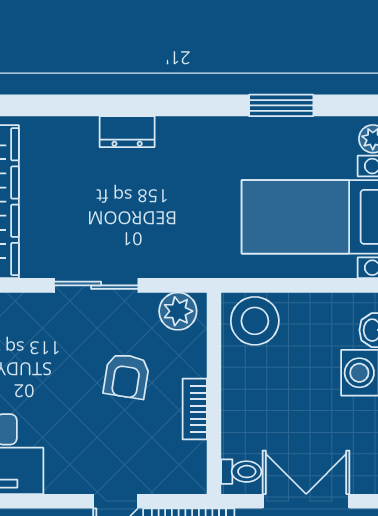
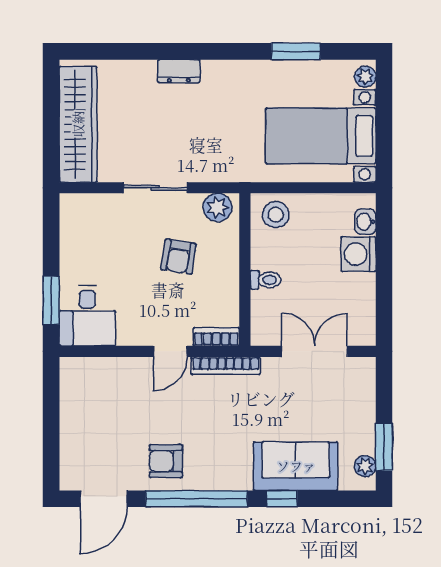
stool: (255, 321) -> (276, 215), width x0.73, depth x0.73
bookcase: (195, 409) -> (216, 337), moved, turned 90
toilet: (241, 472) -> (265, 280), moved

